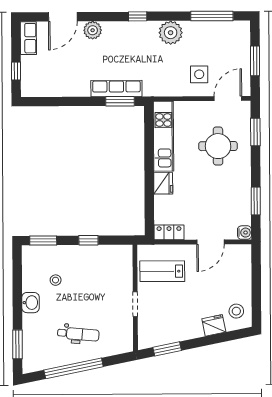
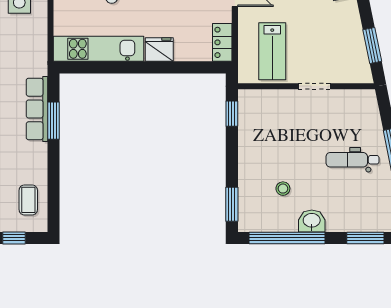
coffee table: (46, 82) -> (28, 200), added
window: (120, 101) -> (53, 121), moved
window: (88, 240) -> (232, 114), moved
window: (17, 283) -> (287, 238), added
dental chair: (78, 334) -> (353, 160), turned -95

